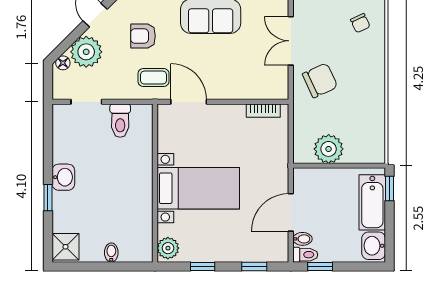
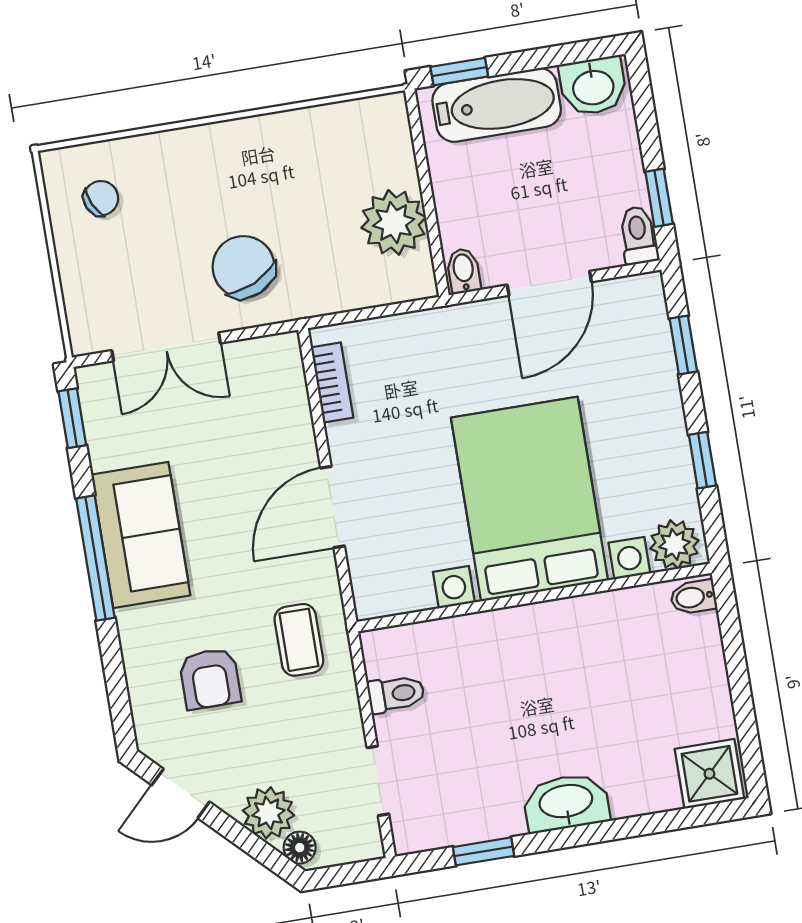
plant: (86, 52) -> (268, 813), width x0.73, depth x0.73
door: (189, 102) -> (332, 507), moved
toilet: (120, 121) -> (396, 694), width x0.73, depth x0.72
washbasin: (63, 177) -> (566, 803), width x1.38
bed with nightstands: (198, 188) -> (529, 499), width x1.36
window: (48, 198) -> (483, 851), moved
door: (291, 212) -> (549, 283), hinge flipped
bidet: (302, 239) -> (464, 271), moved
bidet: (111, 253) -> (693, 597), moved

